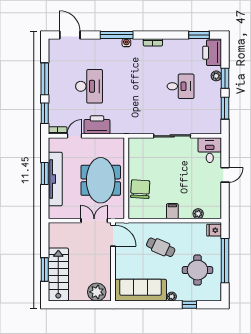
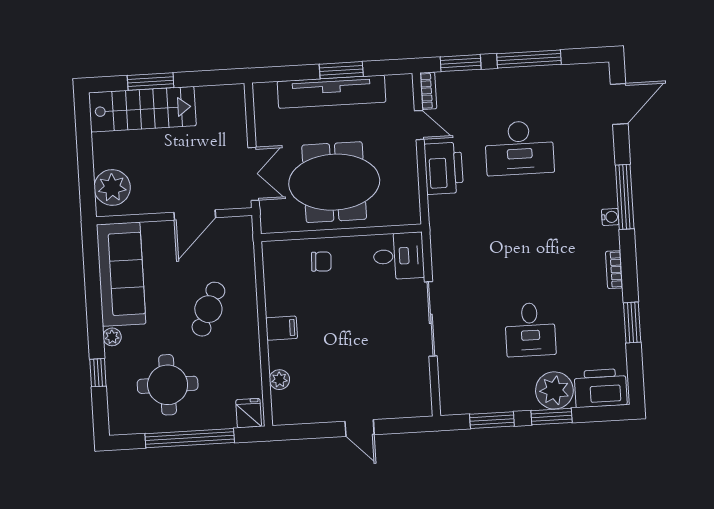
window: (199, 35) -> (632, 323), moved
plant: (216, 76) -> (554, 390), width x1.87, depth x1.87
desk: (210, 150) -> (399, 256), moved
chair: (140, 189) -> (321, 262), width x0.54, depth x0.54
door: (113, 236) -> (195, 215), moved

